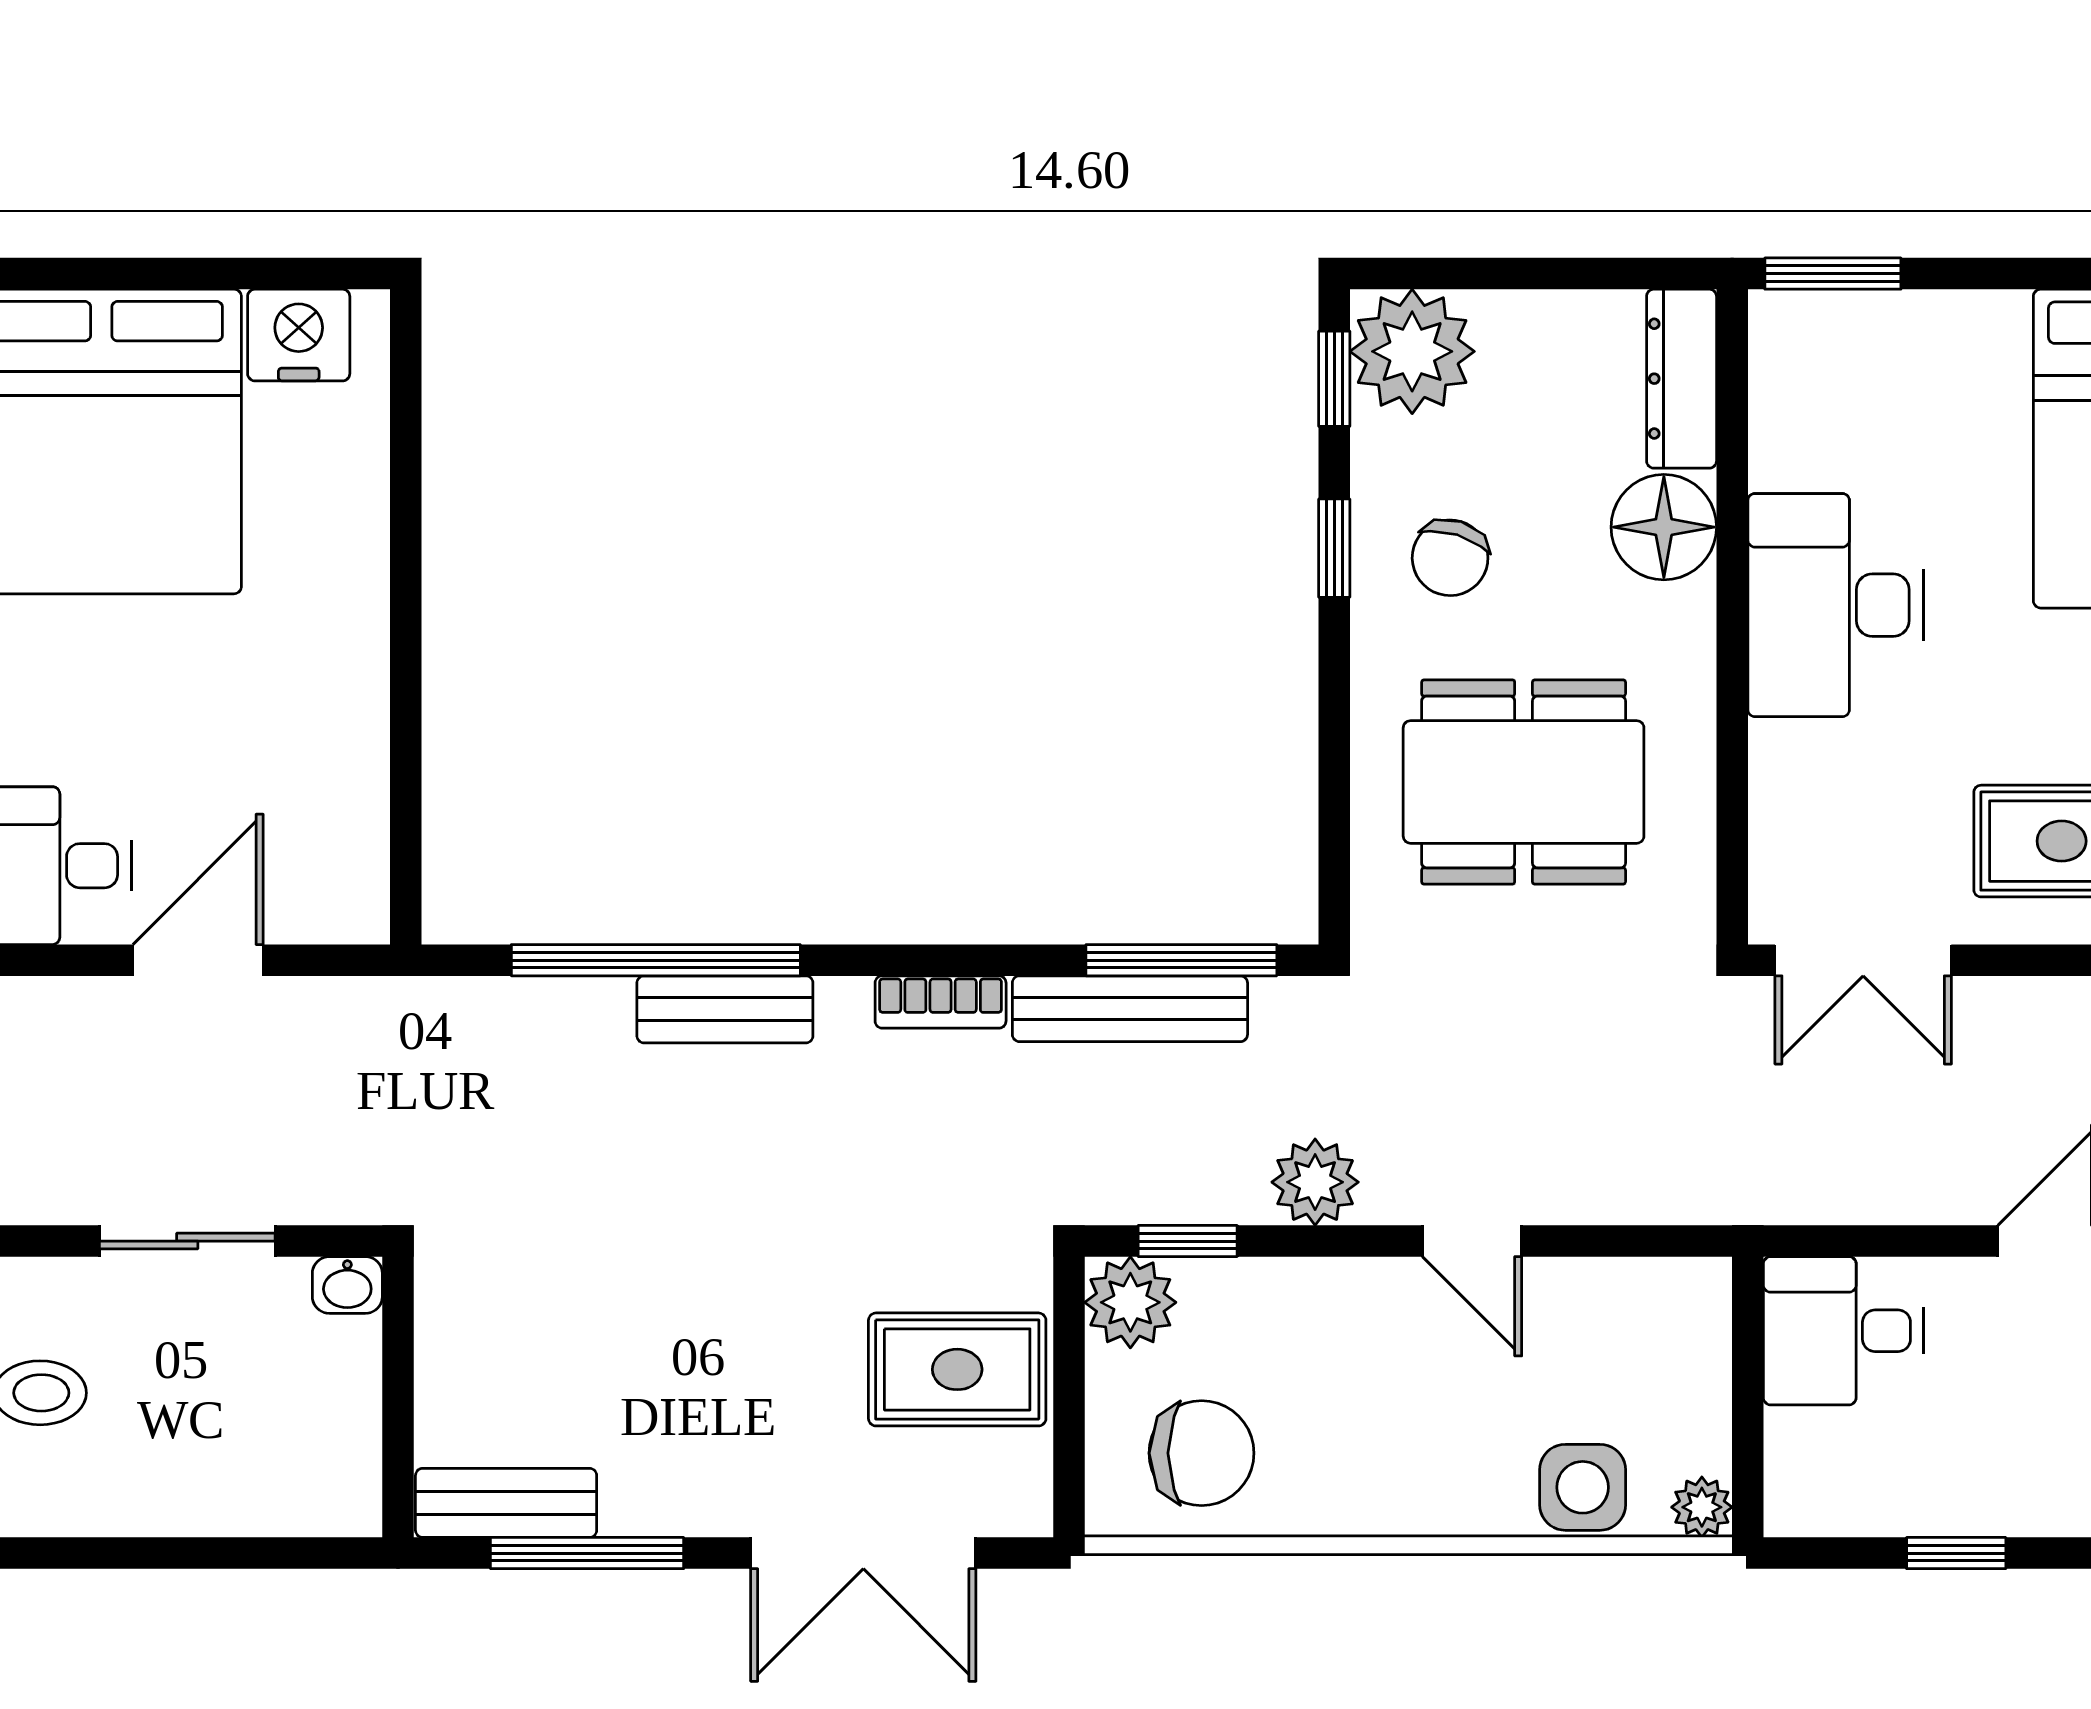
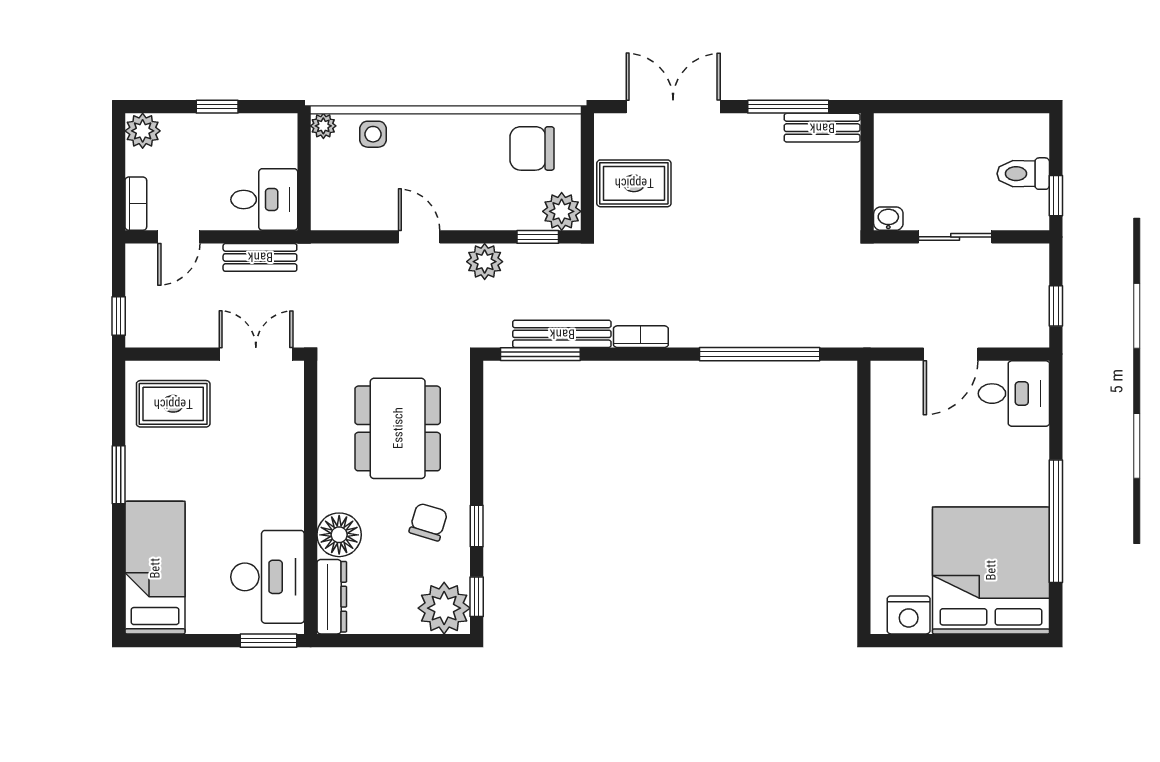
desk: (1835, 605) -> (268, 577), moved
dining table: (1524, 782) -> (398, 428), turned 90
bench: (725, 1009) -> (260, 257), moved
side table: (1583, 1487) -> (373, 134), width x0.73, depth x0.73

